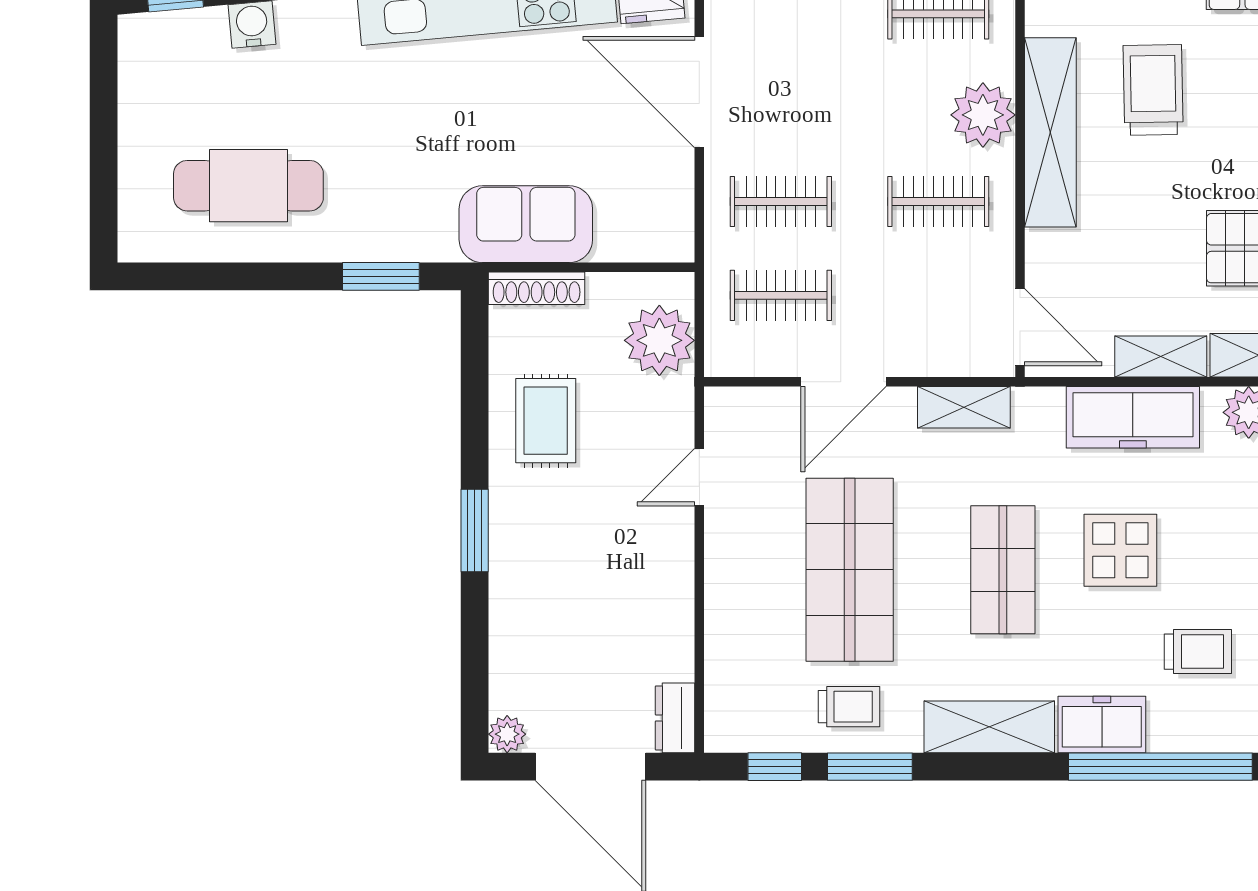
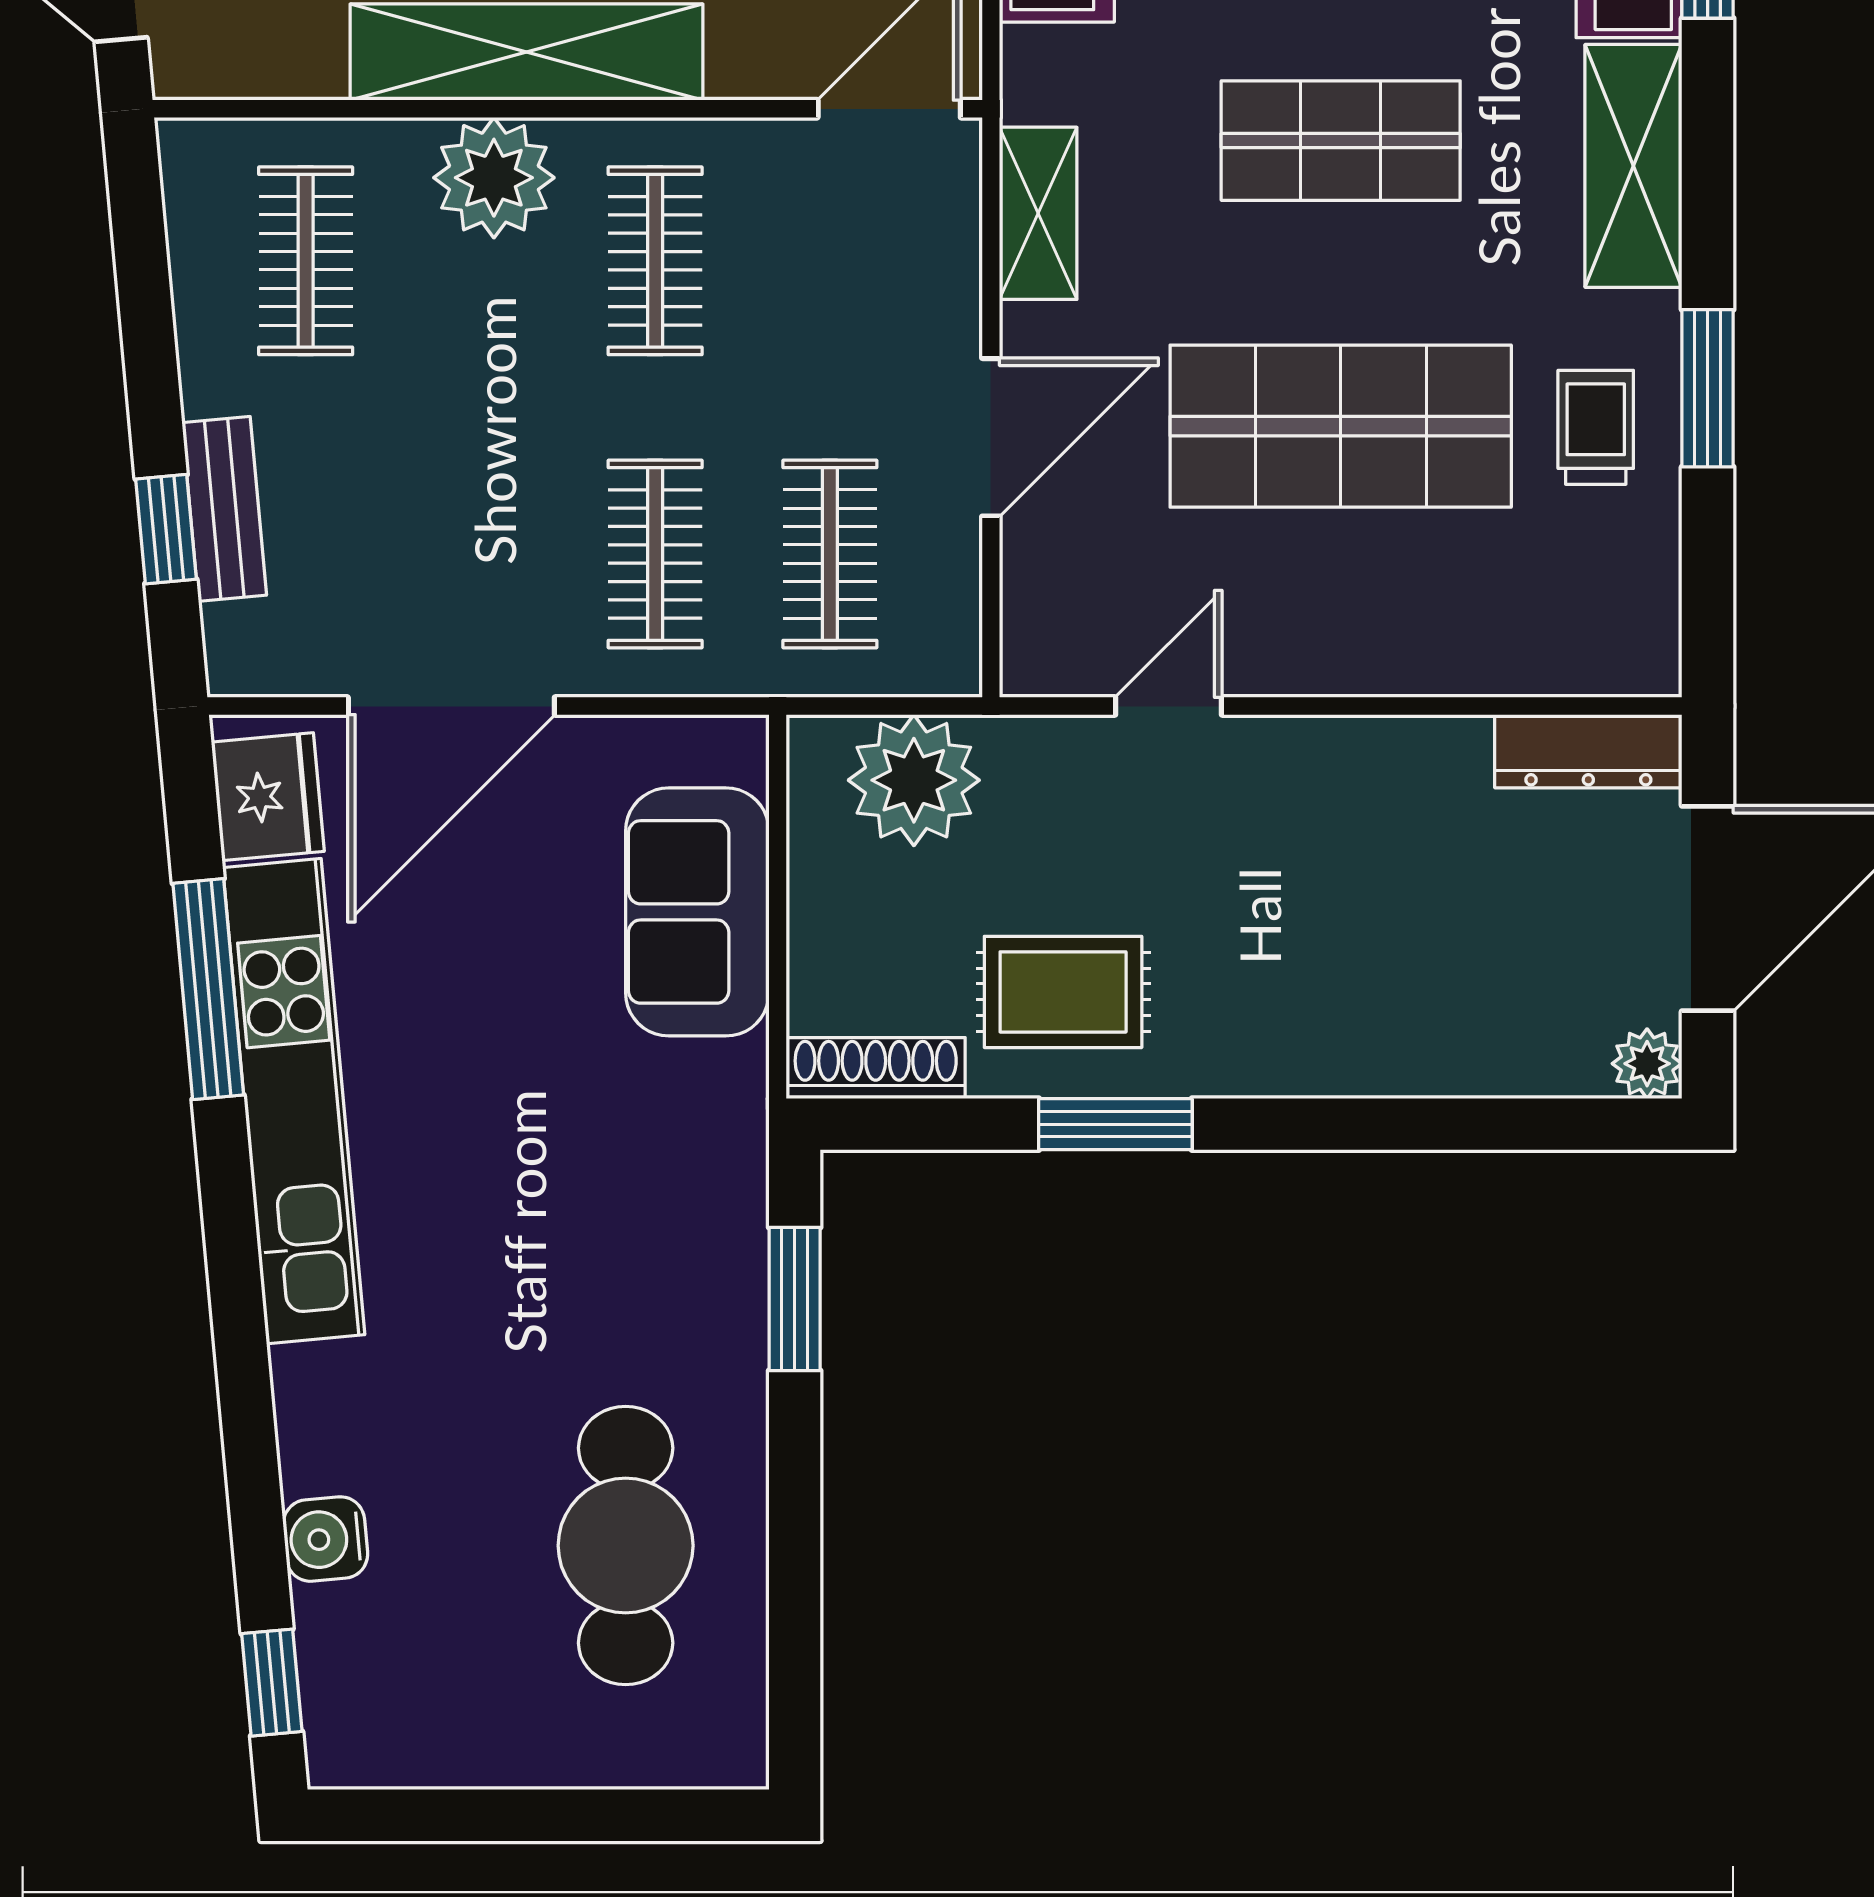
sofa: (526, 224) -> (697, 912), moved
shoe rack: (537, 288) -> (876, 1068), moved, turned -90
door: (844, 382) -> (991, 437), hinge flipped
door: (699, 477) -> (1169, 706), swing flipped
window: (475, 531) -> (1115, 1124), moved
dresser: (675, 718) -> (1588, 751), width x1.44
window: (775, 767) -> (1708, 565), removed

